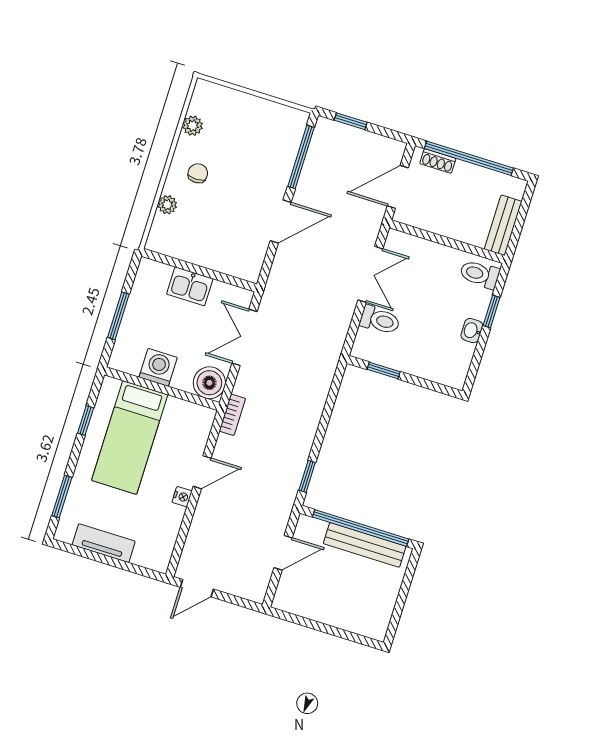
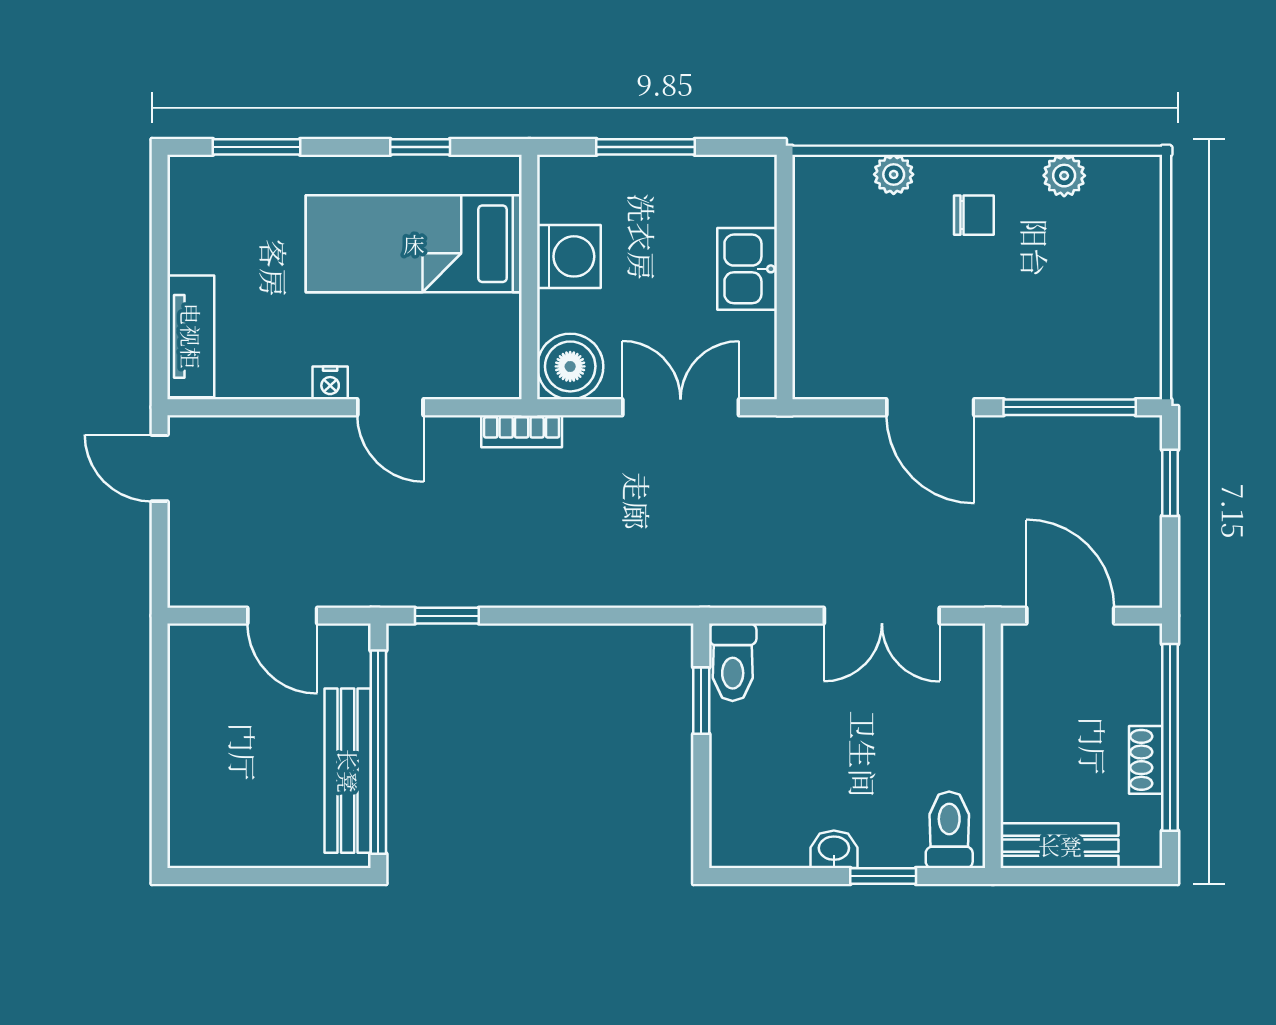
shoe rack: (438, 161) -> (1146, 760), moved
toilet: (380, 320) -> (733, 662), moved
tv unit: (104, 543) -> (191, 336), moved

